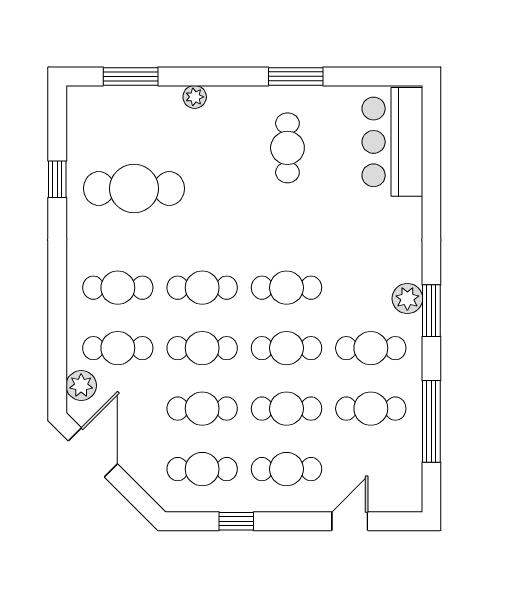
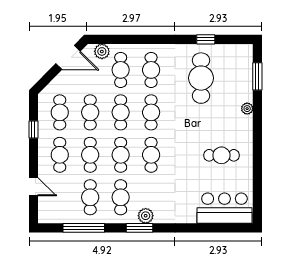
window: (296, 76) -> (257, 159), removed

